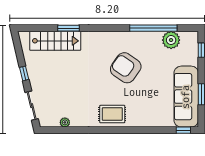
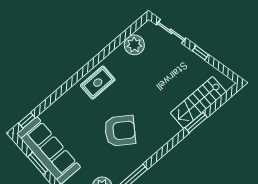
plant: (65, 122) -> (134, 45), width x1.87, depth x1.87

